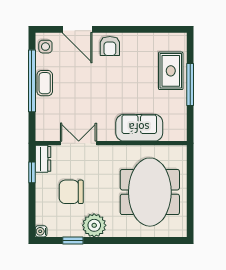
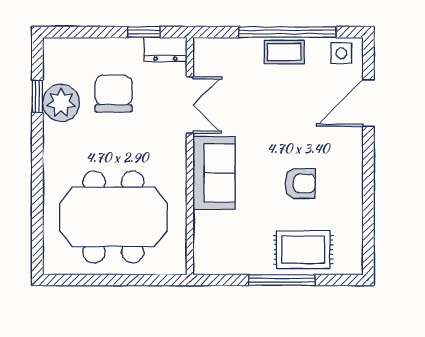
armchair: (110, 46) -> (300, 183), moved, turned 180
sofa: (139, 128) -> (214, 173), moved
plant: (94, 225) -> (61, 103), moved
water cooler: (41, 231) -> (52, 46), removed

